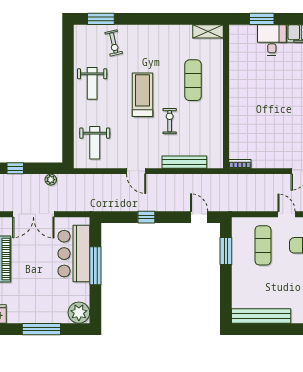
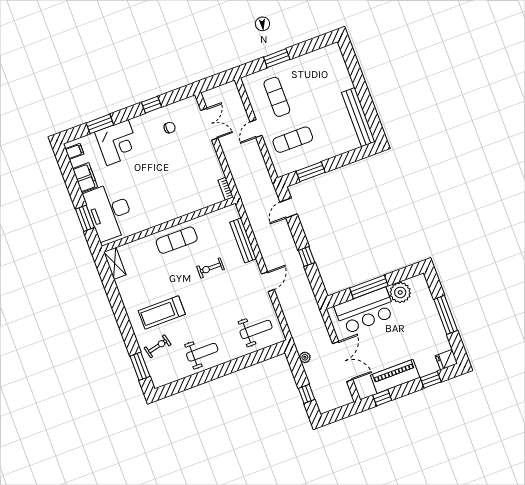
desk: (272, 40) -> (109, 212), width x1.87, depth x1.30
exercise mat: (193, 80) -> (177, 240), moved
treadmill: (143, 95) -> (162, 312), moved
plant: (79, 313) -> (400, 292), moved

